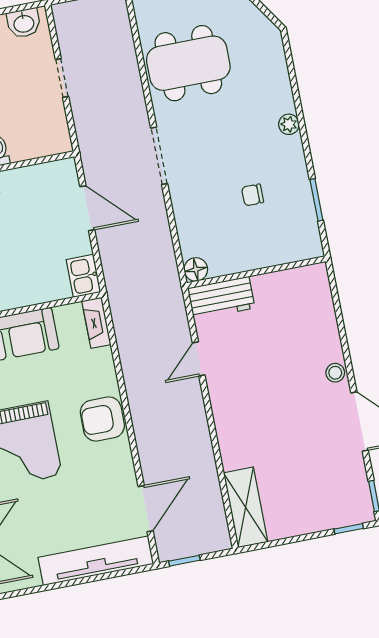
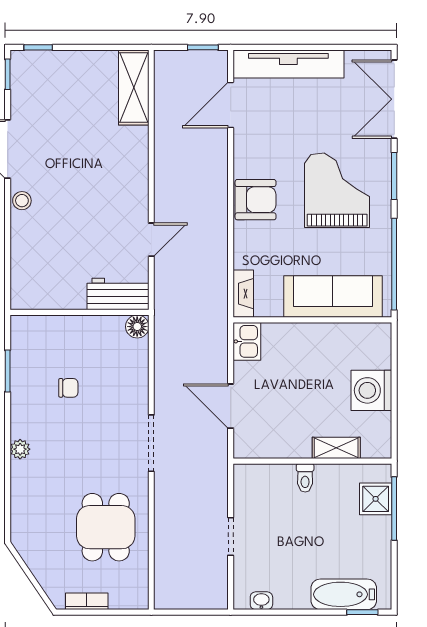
washbasin: (24, 23) -> (261, 601), width x0.72, depth x0.69
dining table: (188, 63) -> (106, 527), width x0.73

